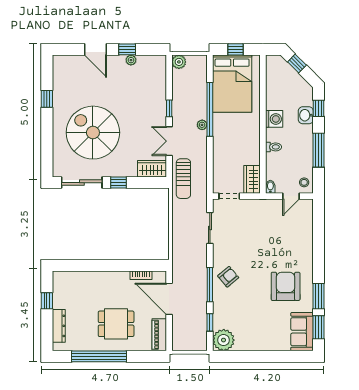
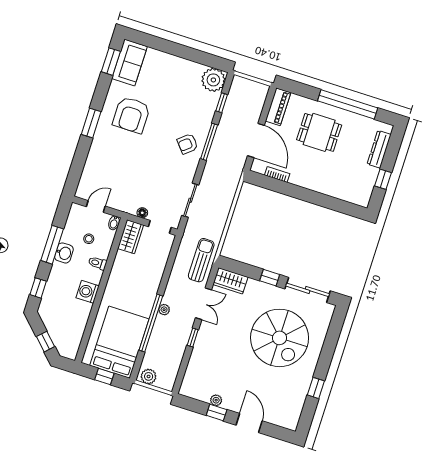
plant: (179, 62) -> (149, 376), moved
washbasin: (306, 115) -> (64, 253), moved
stool: (304, 182) -> (89, 239), moved
floor lamp: (248, 204) -> (142, 213), added
window: (319, 296) -> (91, 123), moved

